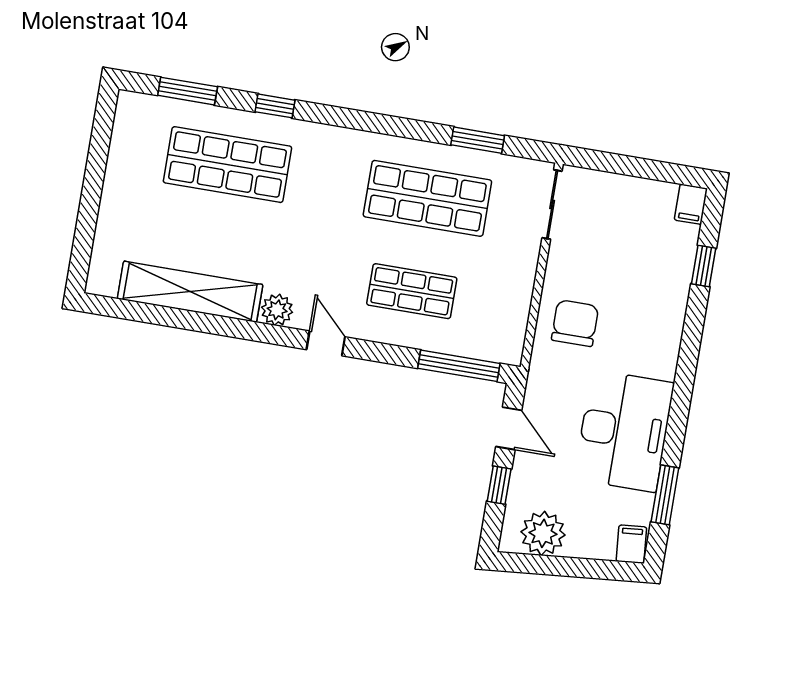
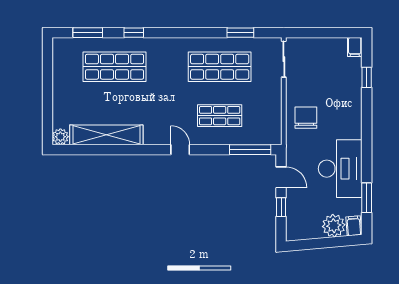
plant: (277, 310) -> (60, 137), moved
plant: (543, 533) -> (334, 226), moved

